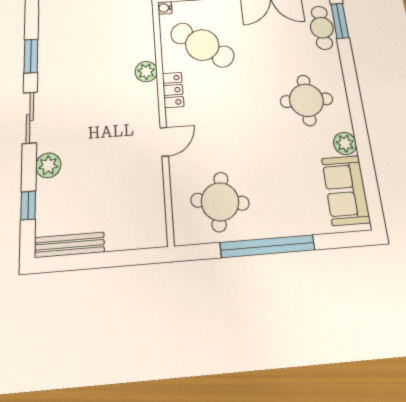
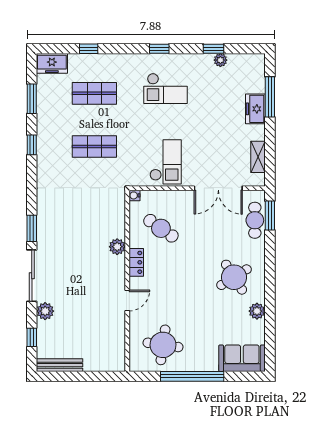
cafe table: (202, 45) -> (161, 228), width x0.73, depth x0.74
round table: (306, 100) -> (234, 277), turned -32
sliding door: (30, 117) -> (32, 276), width x1.37
sofa: (346, 190) -> (242, 358), moved, turned 90

